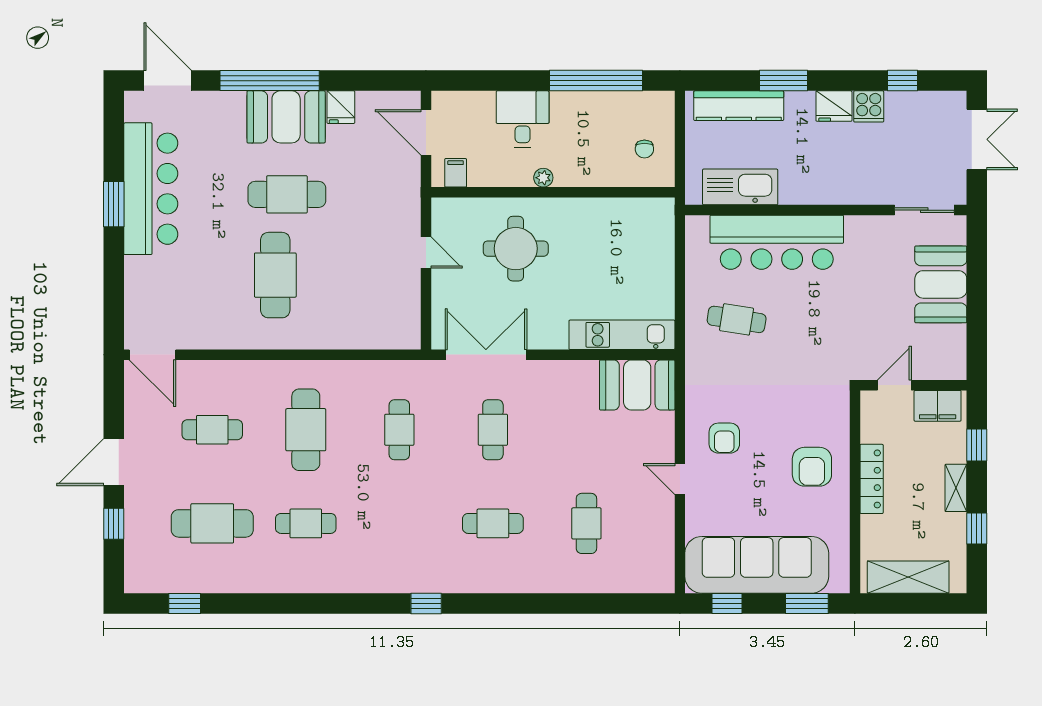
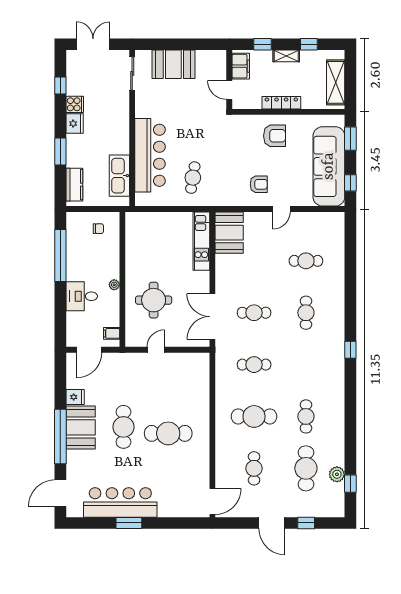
kitchen counter: (739, 106) -> (74, 185), width x0.67
plant: (201, 579) -> (337, 474), added

